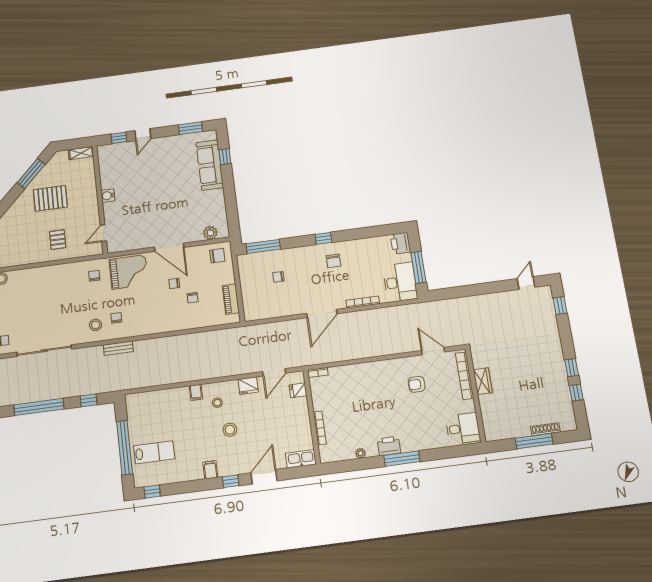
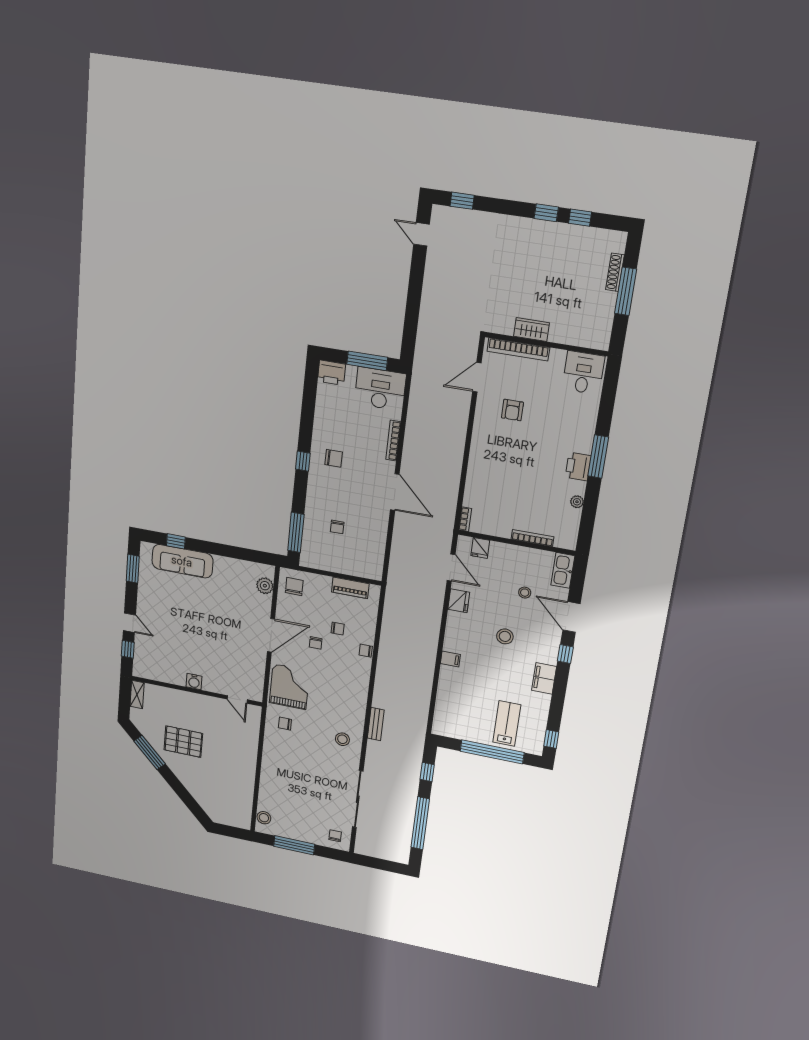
pallet: (50, 198) -> (183, 742), turned 90
pallet: (58, 240) -> (233, 748), removed
chair: (116, 318) -> (366, 651), moved
stool: (217, 403) -> (525, 593), moved
filing cabinet: (210, 470) -> (544, 678), width x2.00

